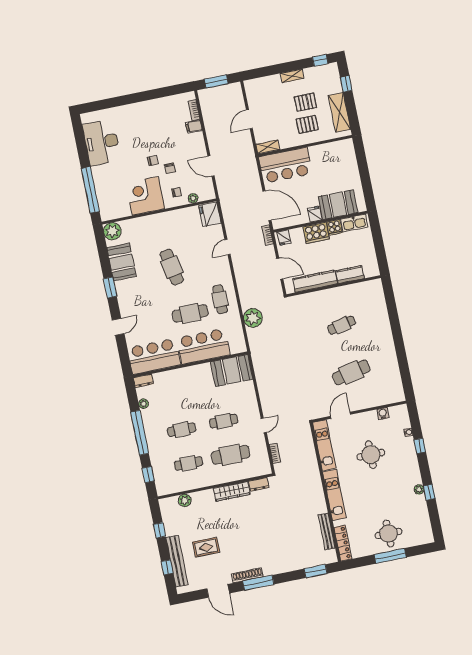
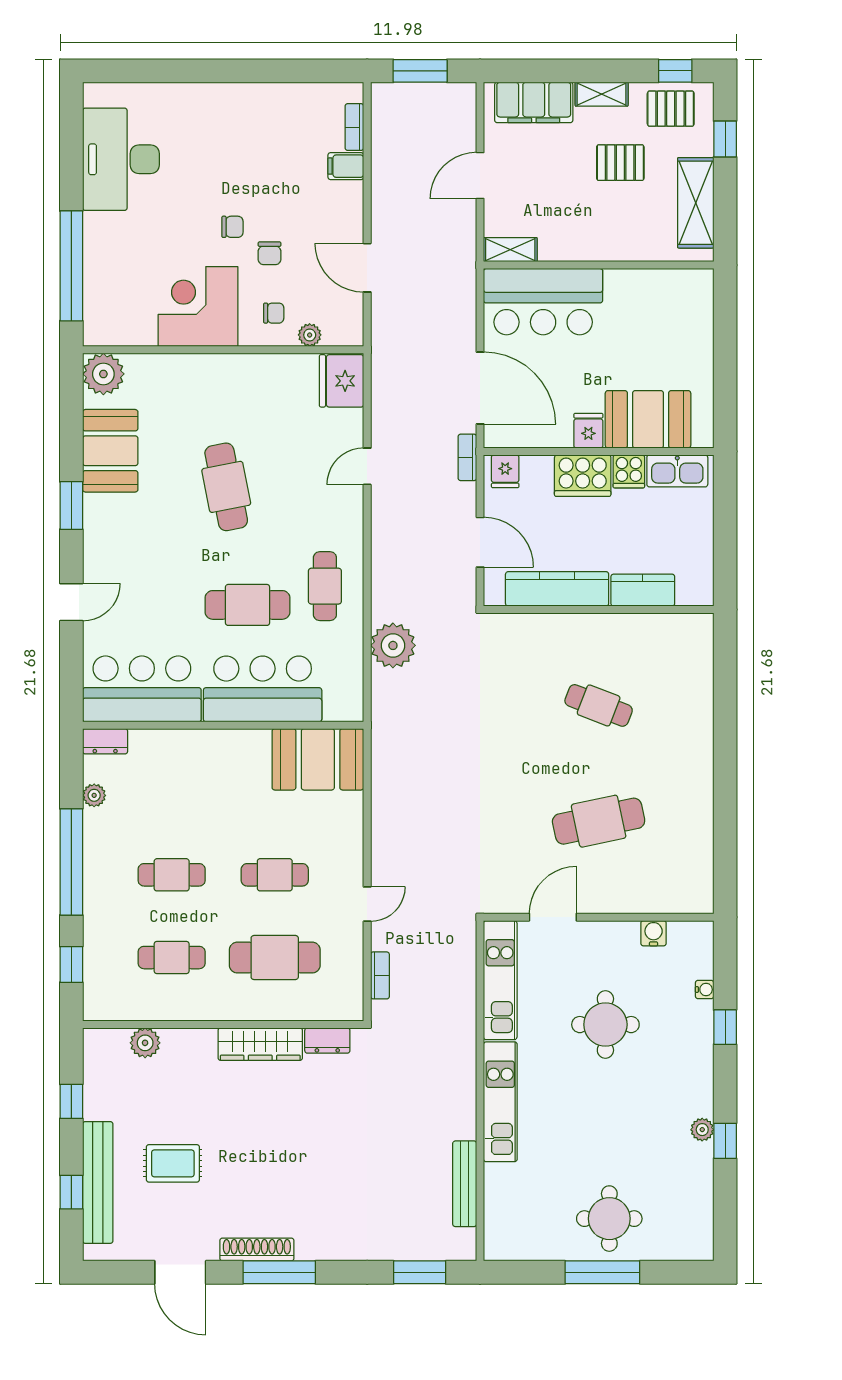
filing cabinet: (265, 85) -> (534, 102), added
pallet: (307, 124) -> (671, 109), moved
cafe table: (342, 325) -> (599, 705), turned 33
locker: (343, 543) -> (497, 1219), removed

